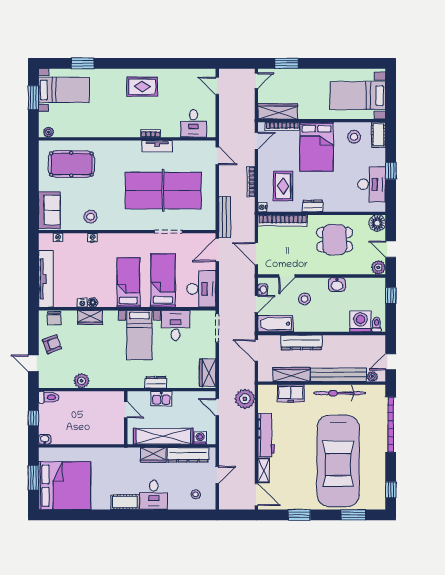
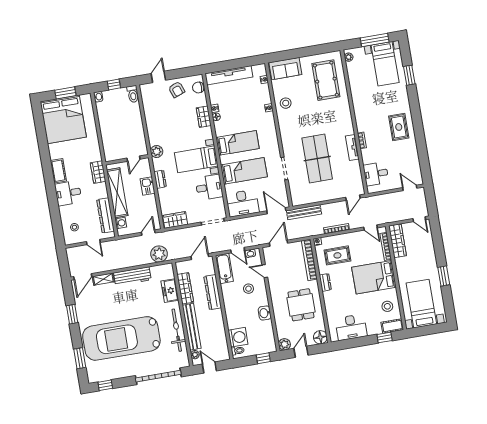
window: (287, 63) -> (444, 276), moved
door: (217, 86) -> (410, 188), hinge flipped
window: (33, 98) -> (375, 40), width x1.44
window: (391, 171) -> (385, 338), moved
table tennis table: (163, 190) -> (317, 159), width x0.73, depth x0.76
plant: (82, 381) -> (157, 151), moved
wardrobe: (153, 455) -> (98, 172), moved

